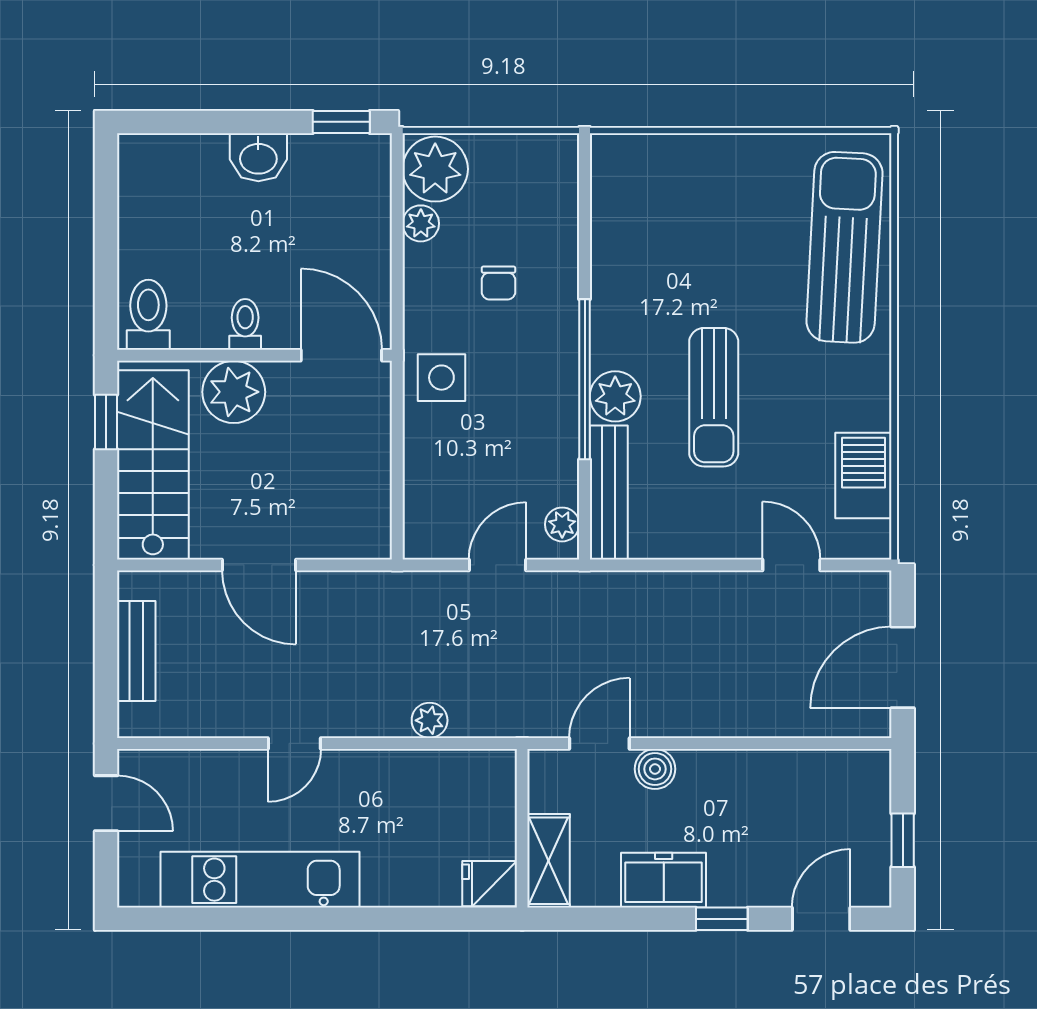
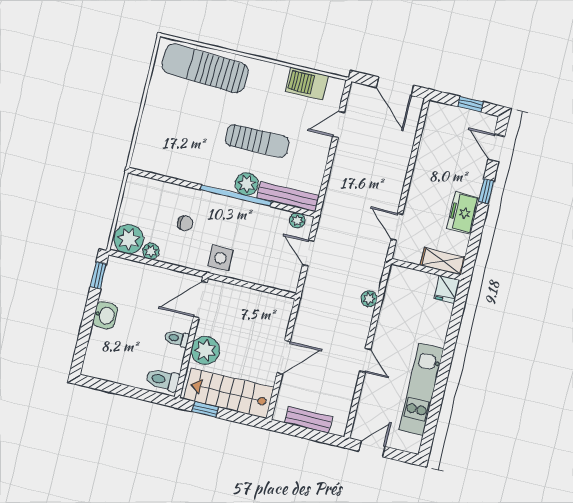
boiler: (655, 769) -> (414, 205), removed

